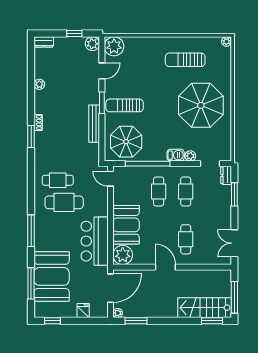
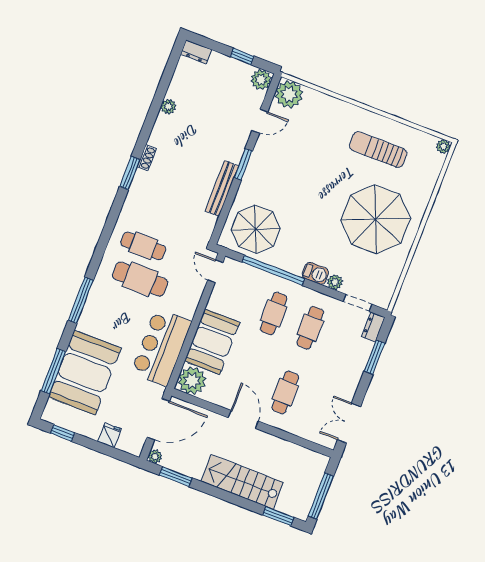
sun lounger: (125, 105) -> (272, 180), removed
stairs: (205, 308) -> (242, 482), moved

